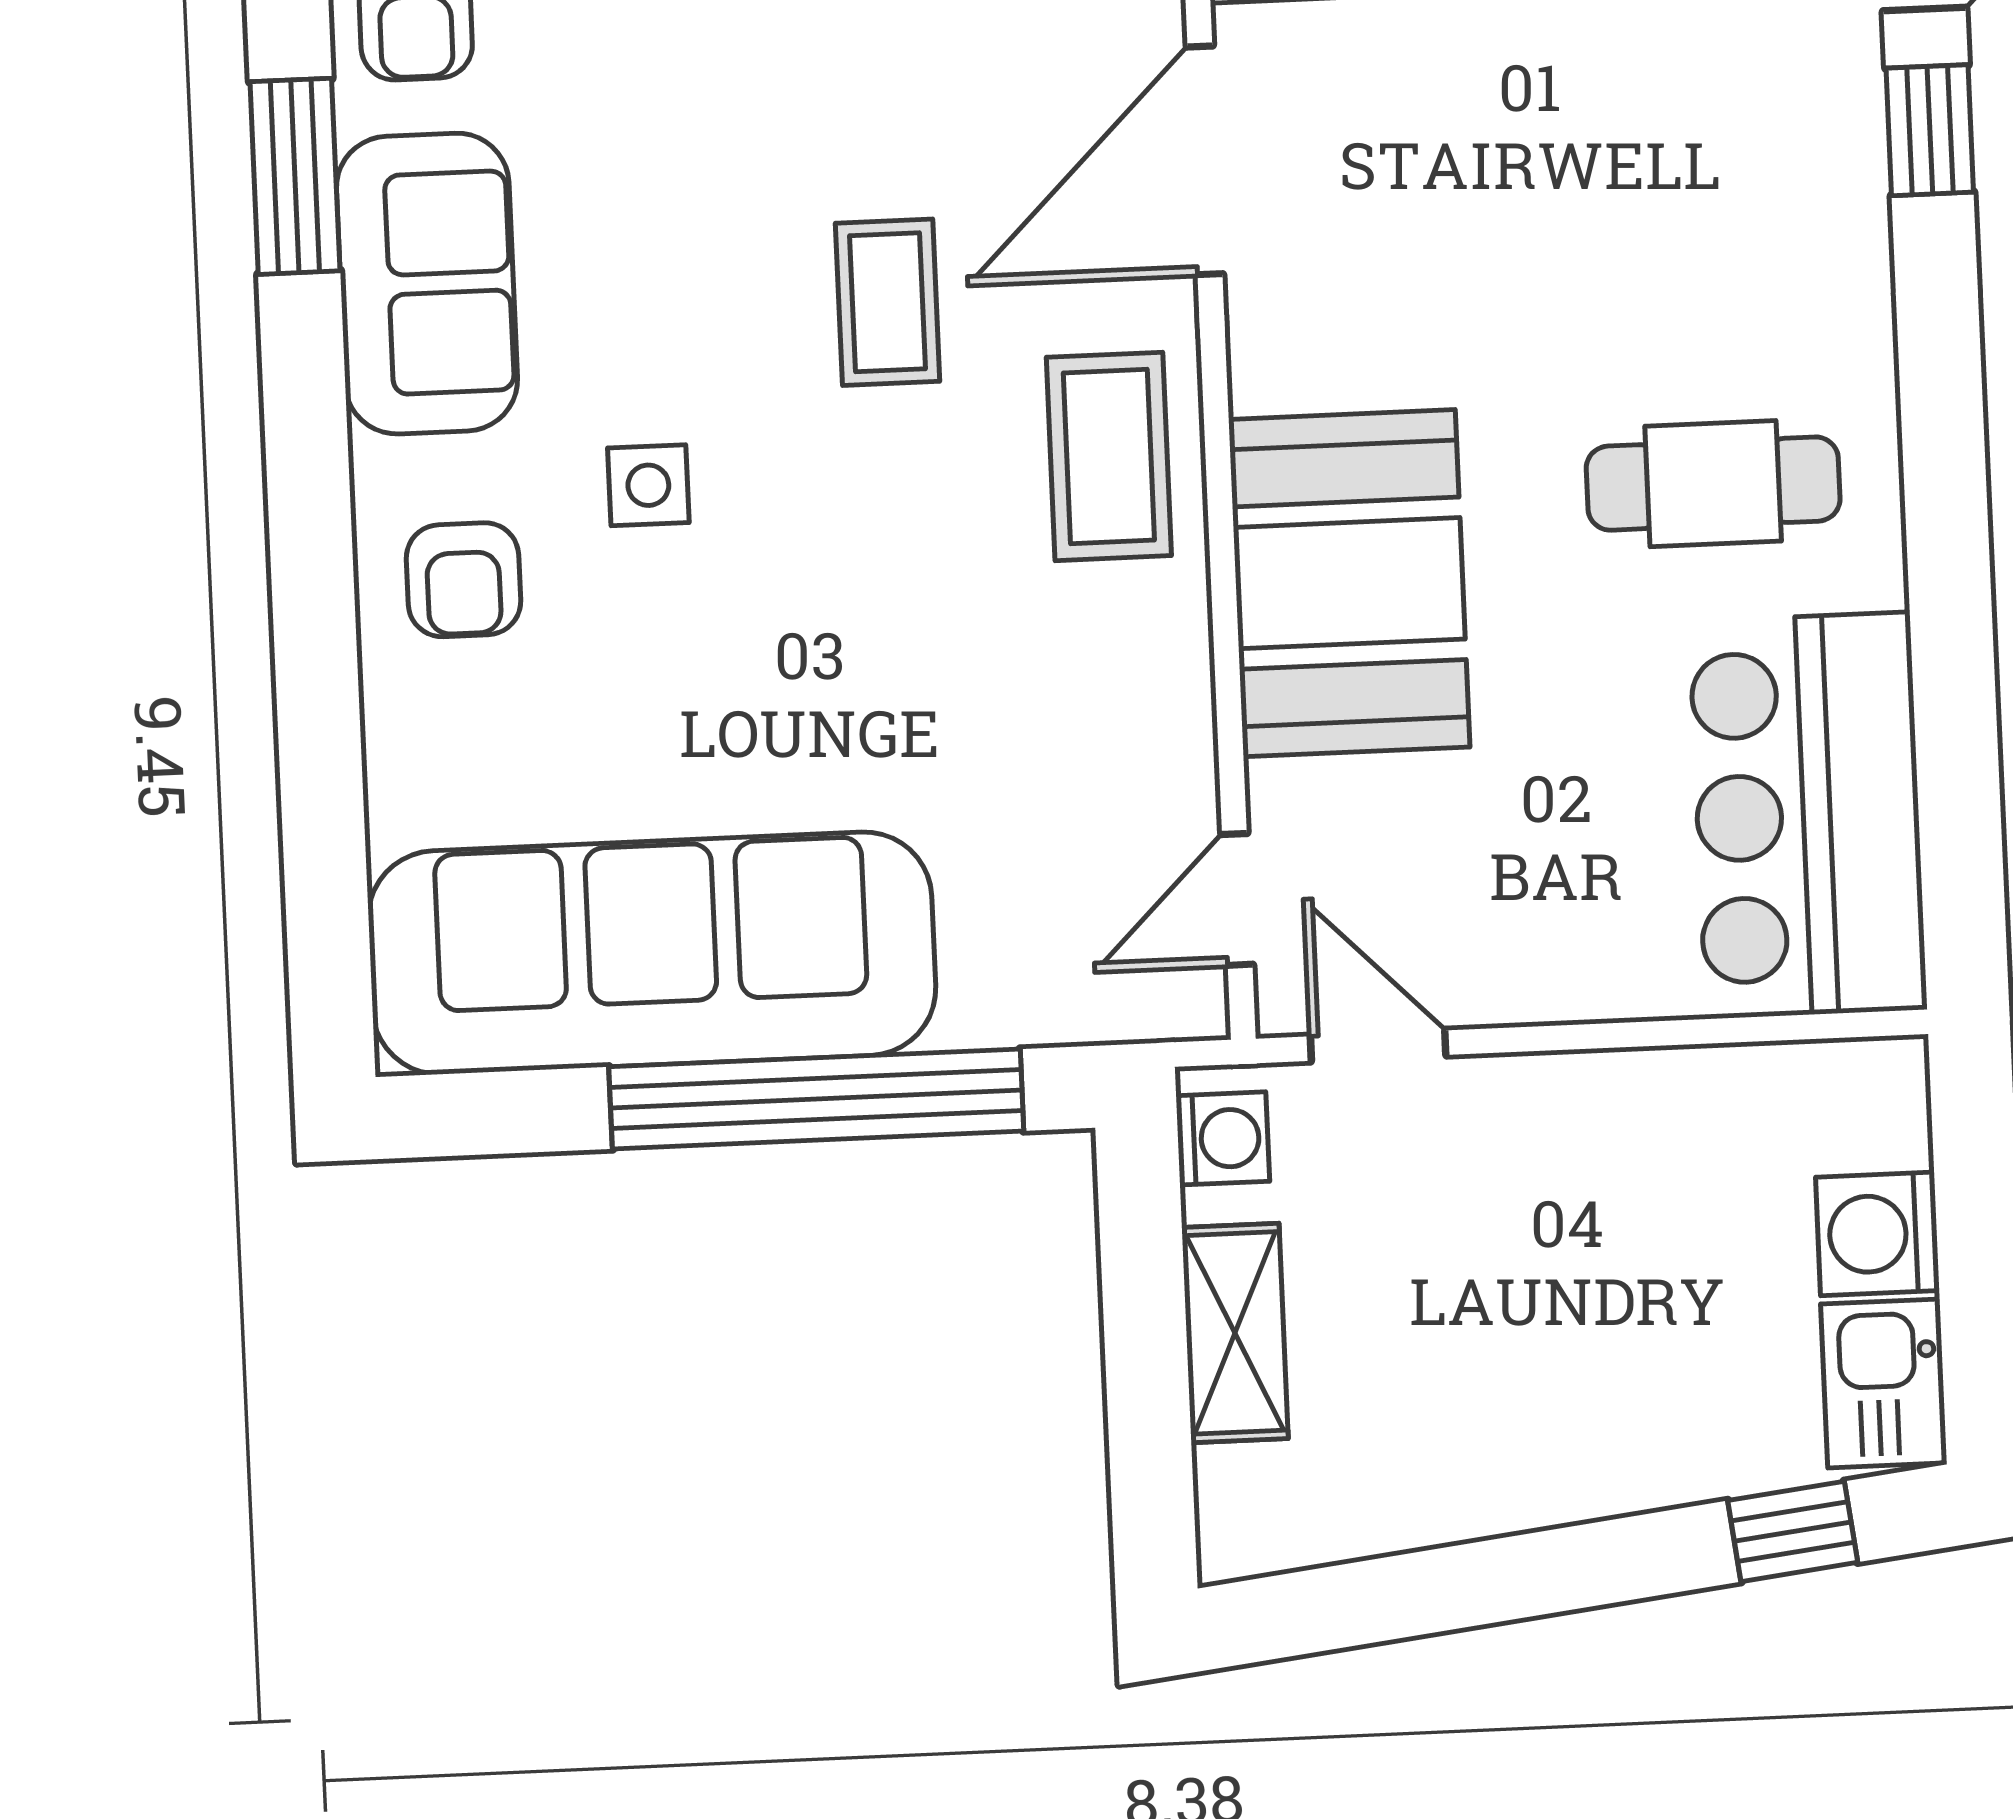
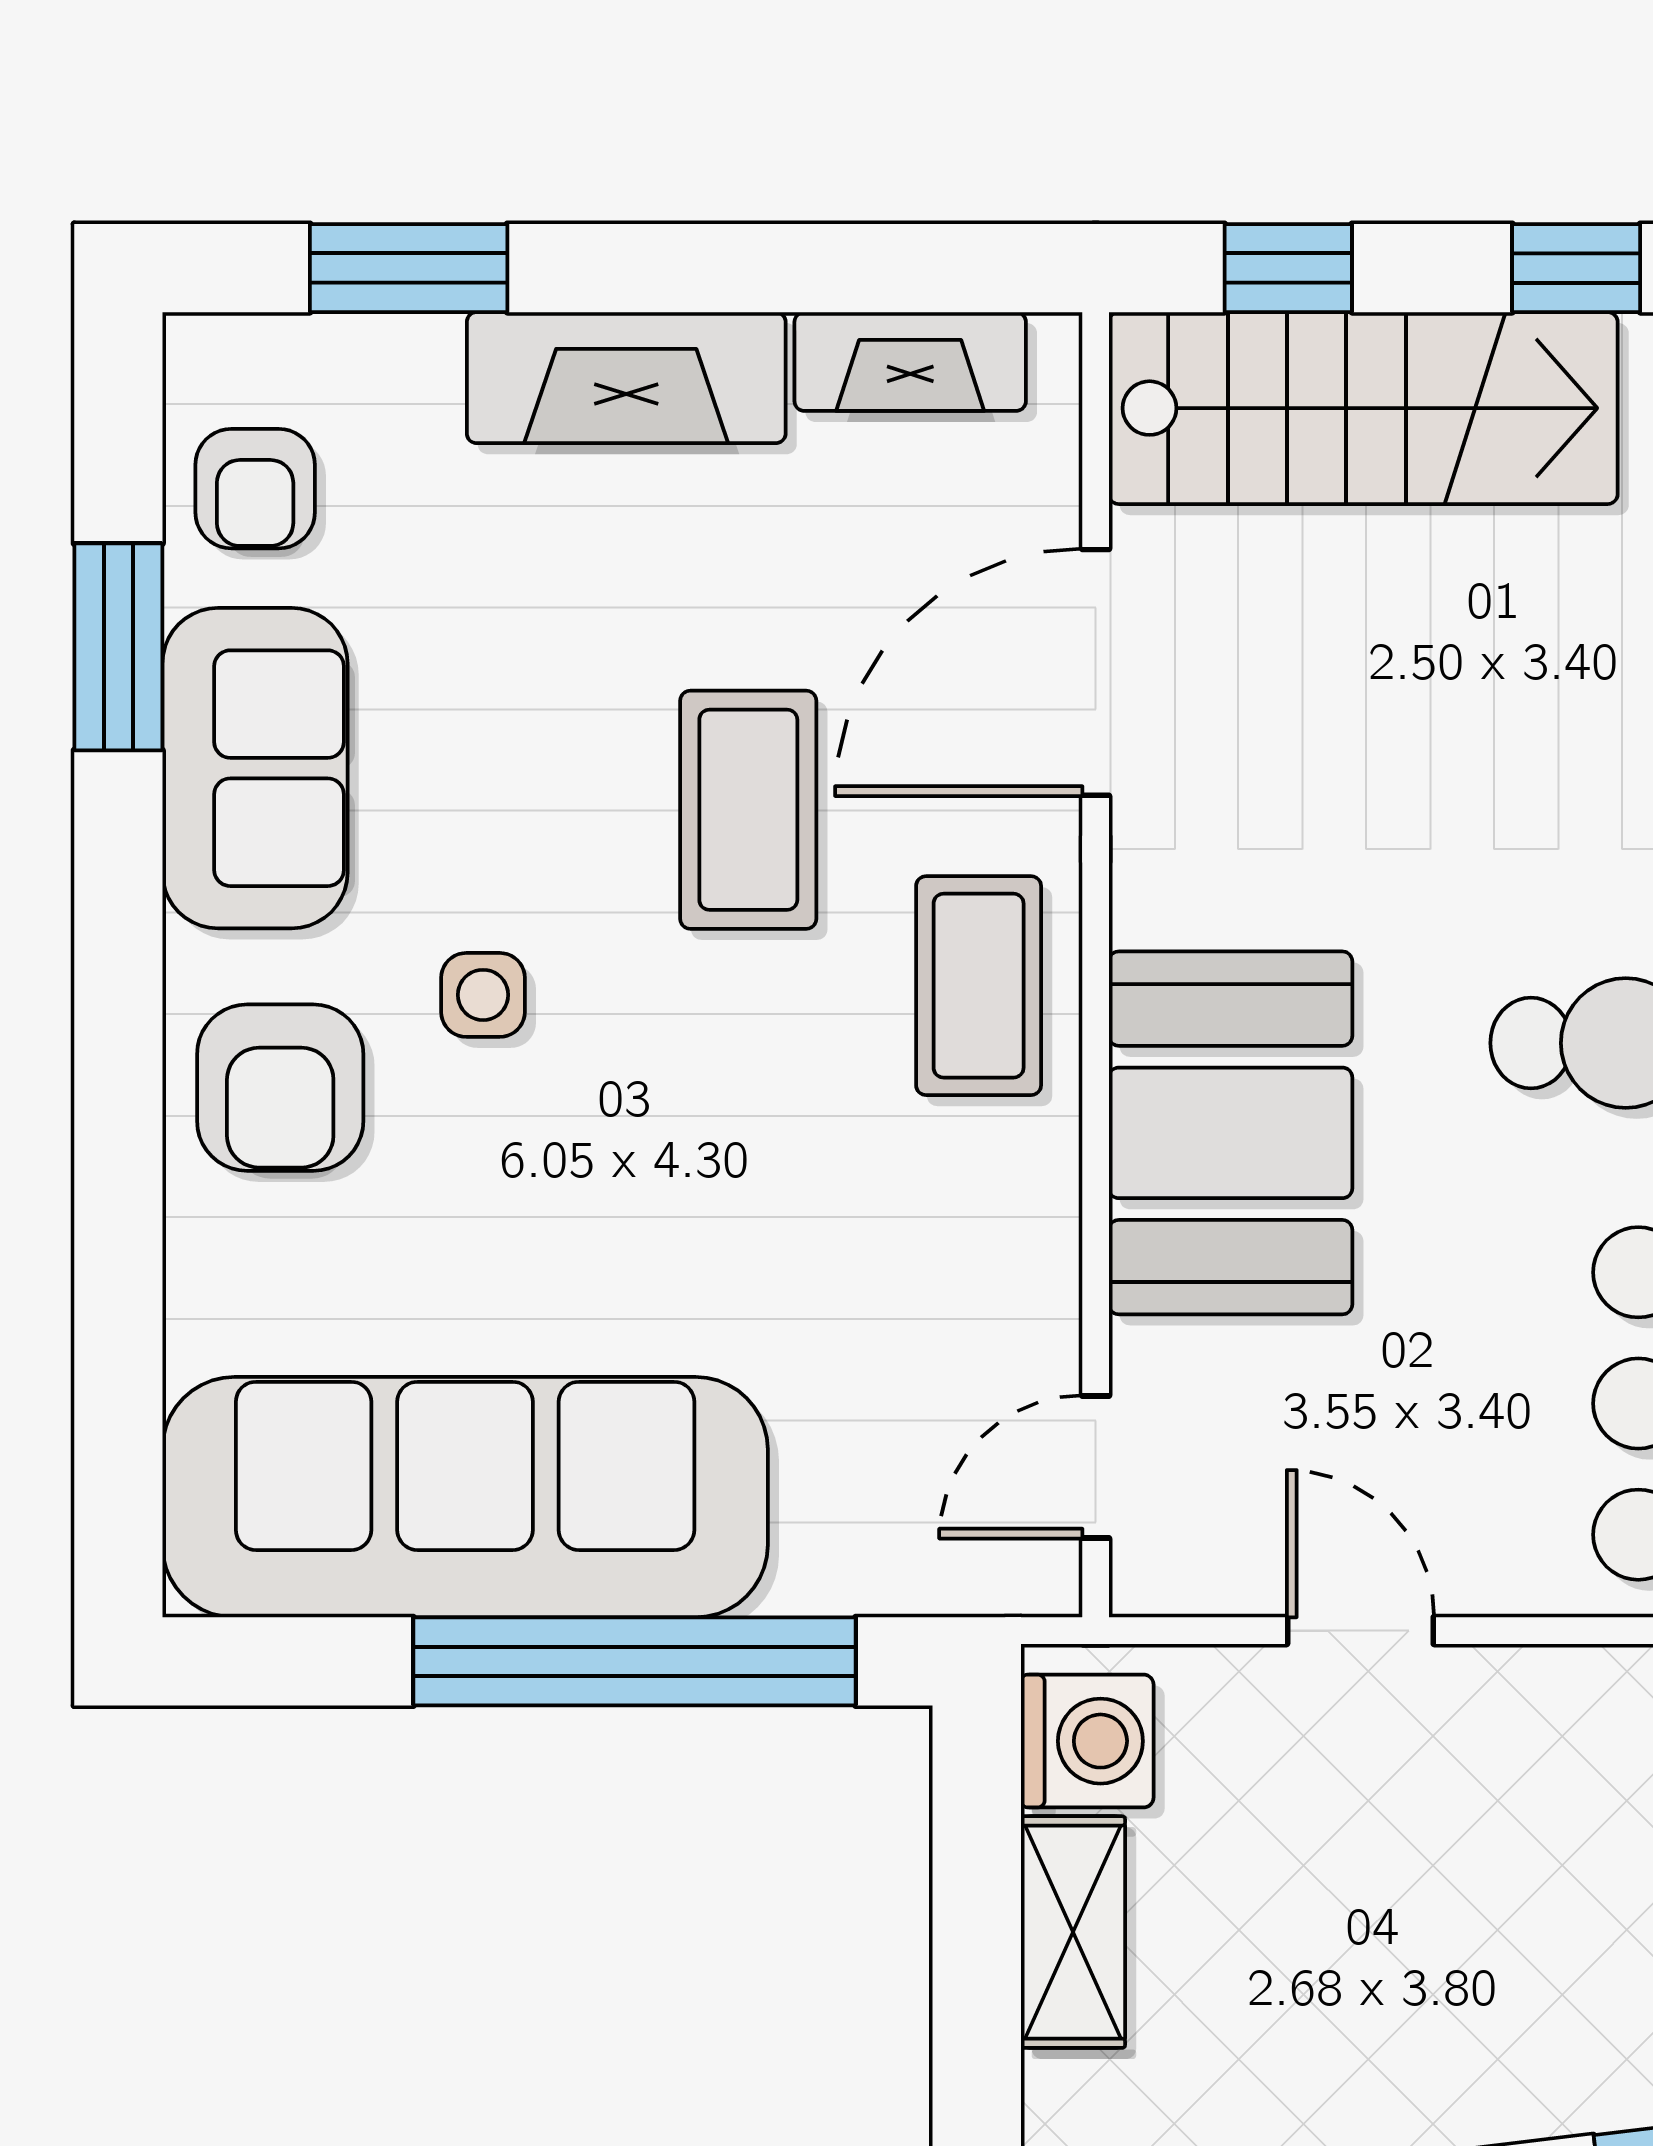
coffee table: (888, 302) -> (748, 810), width x1.36, depth x1.30
armchair: (463, 580) -> (280, 1088), width x1.38, depth x1.38
door: (1378, 1046) -> (1360, 1631), moved
washing machine: (1223, 1138) -> (1087, 1741), width x1.38, depth x1.38

